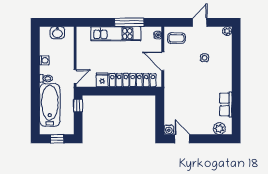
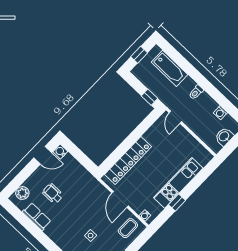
window: (129, 22) -> (177, 202), width x0.46
washing machine: (44, 60) -> (220, 113), moved
door: (163, 61) -> (120, 199), swing flipped
fridge: (102, 80) -> (152, 136), removed
bathtub: (50, 105) -> (169, 68), width x0.73, depth x0.73
wheelchair: (201, 108) -> (53, 194), added

